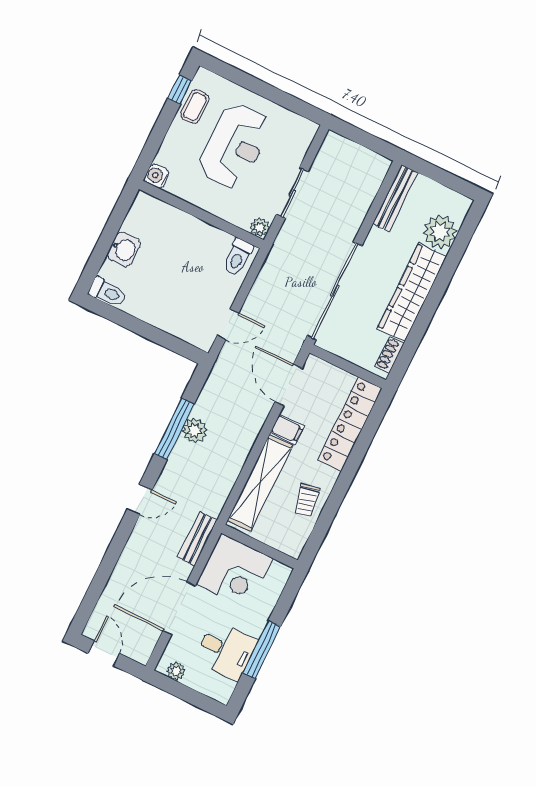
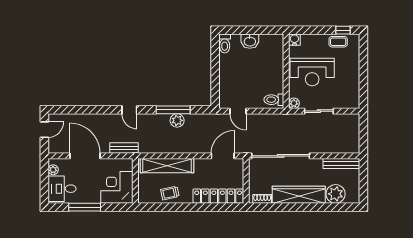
reception desk: (235, 146) -> (312, 72), moved
filing cabinet: (287, 429) -> (200, 166), removed
corner desk: (234, 571) -> (117, 187), moved, turned 90
desk: (226, 650) -> (62, 189), moved, turned 90

